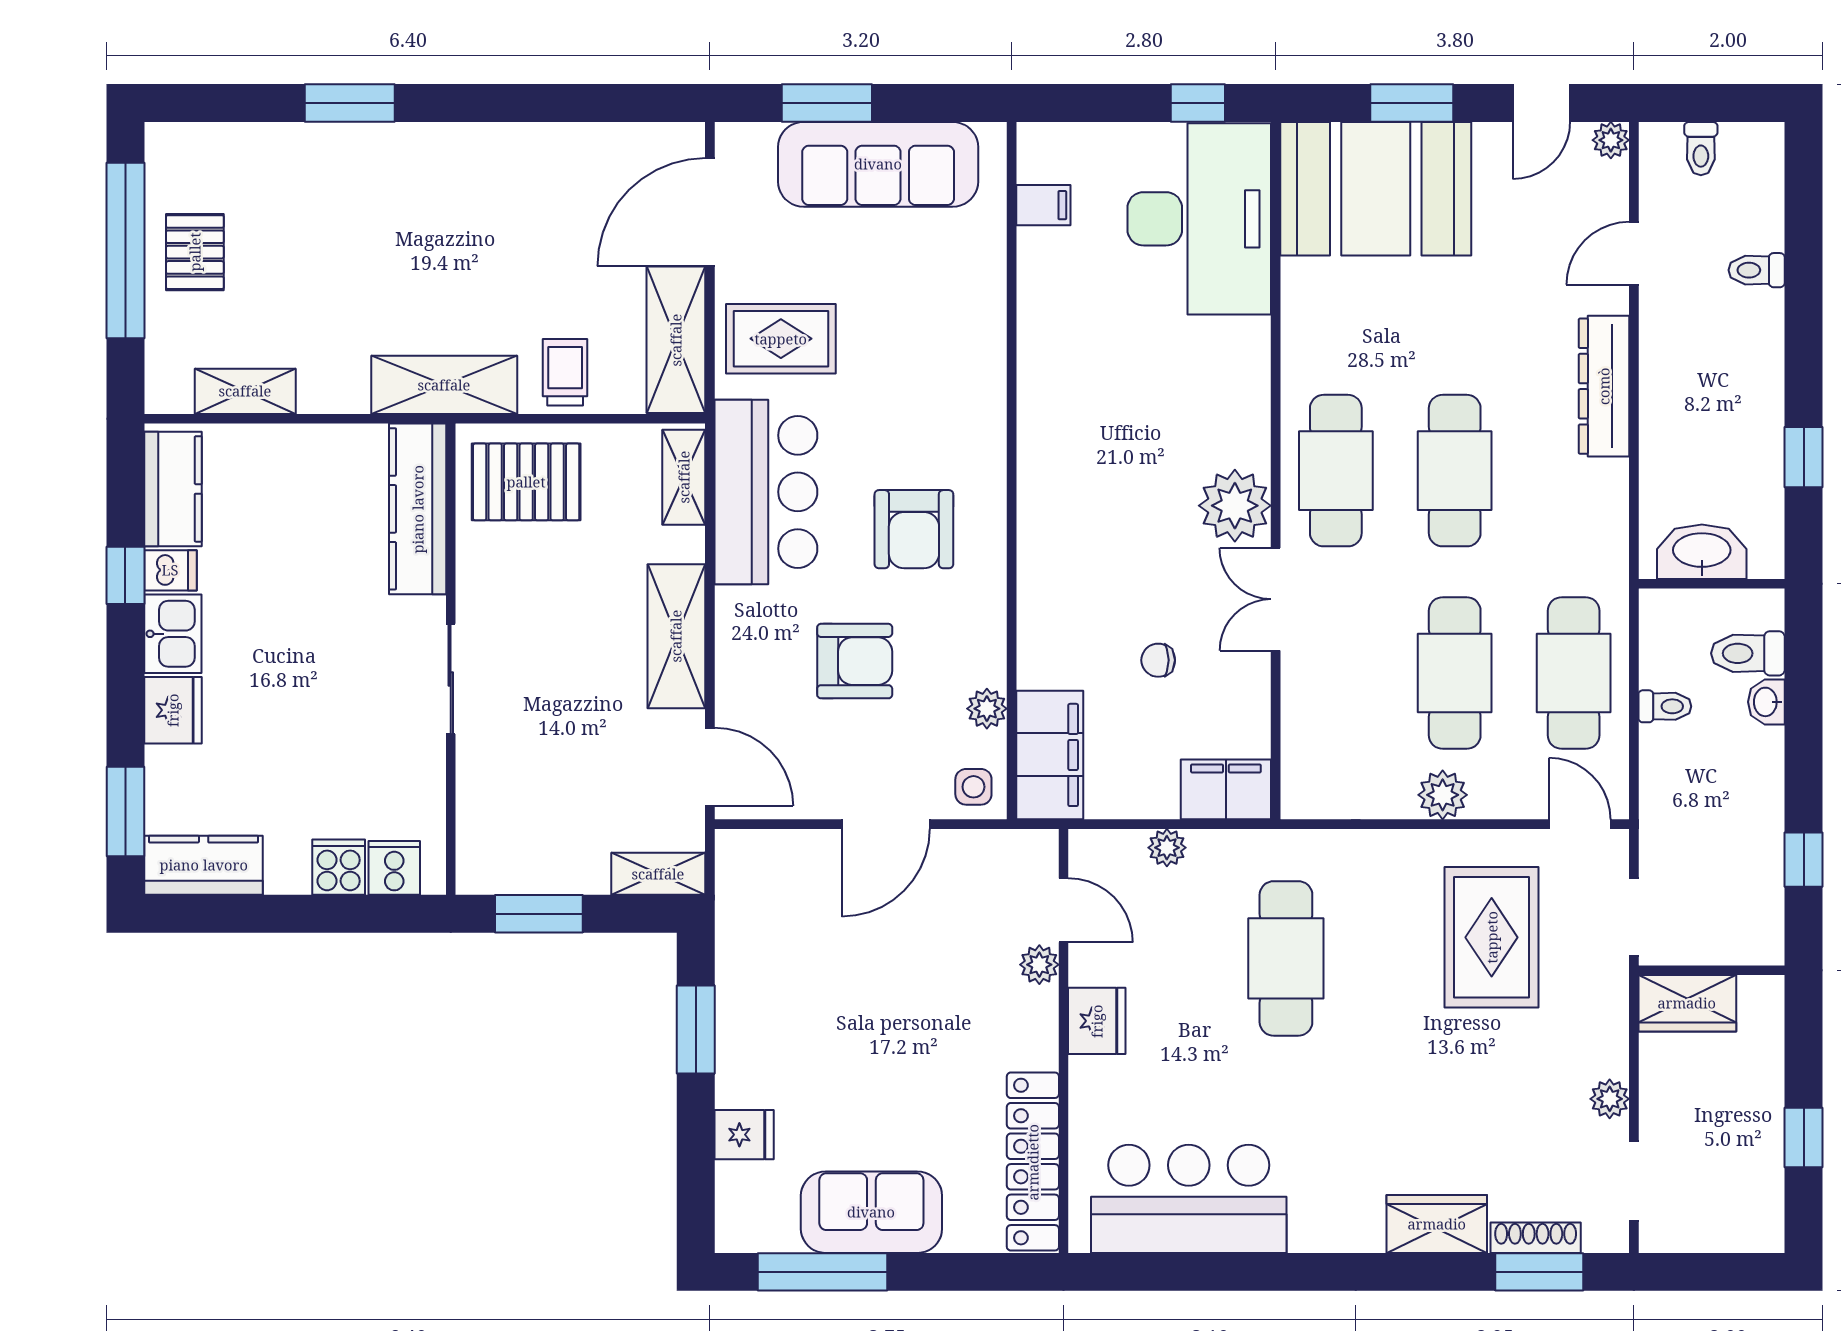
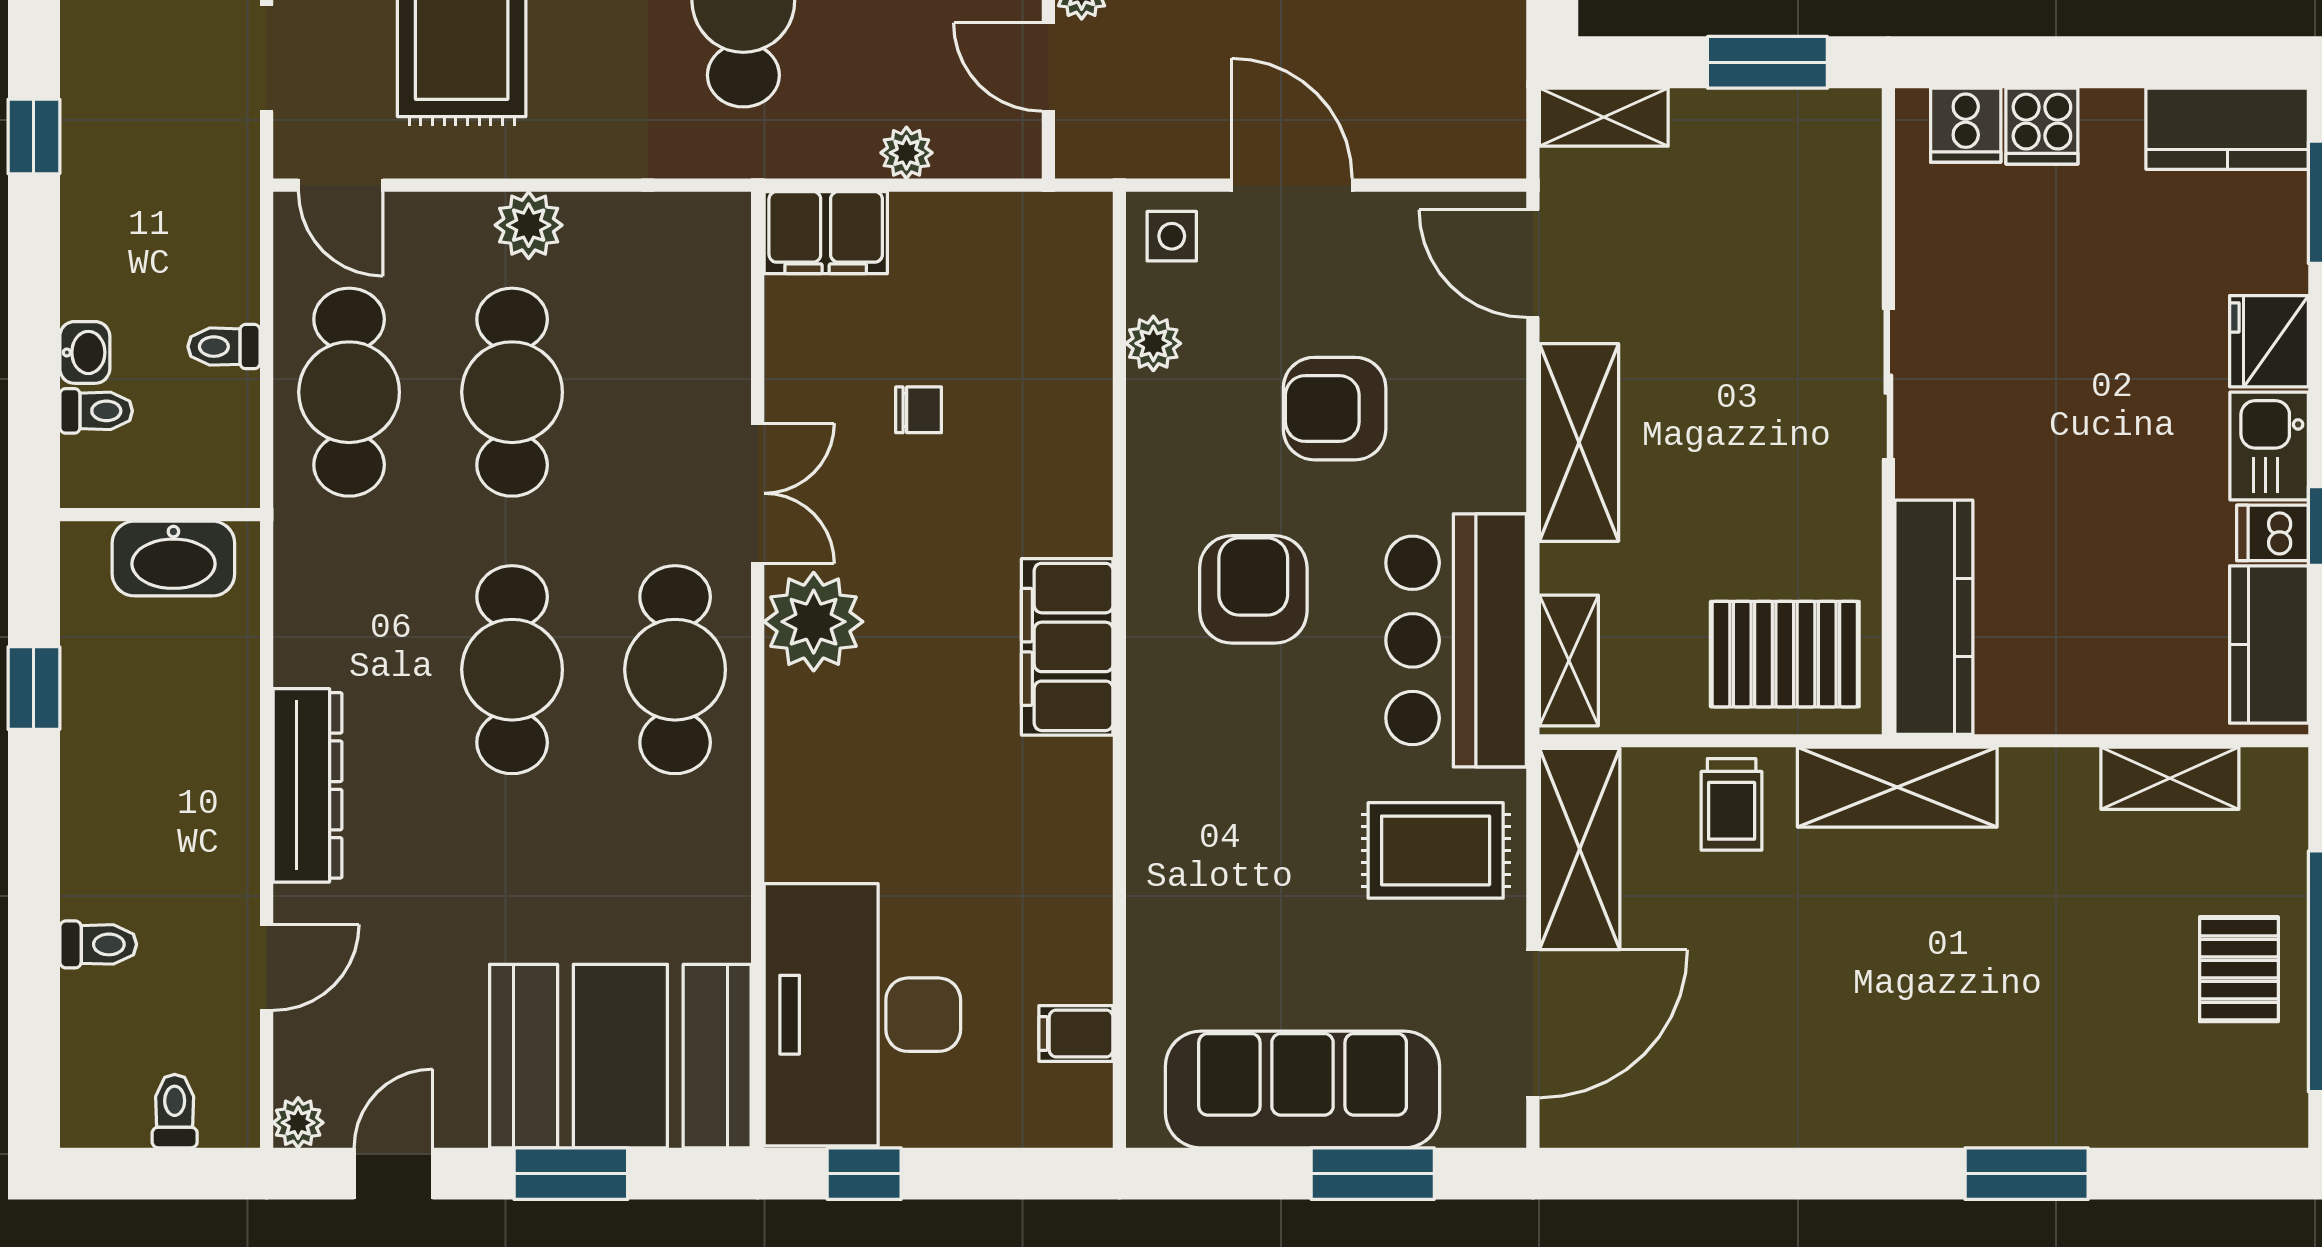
toilet: (1748, 653) -> (96, 411), width x0.73, depth x0.72
filing cabinet: (1050, 755) -> (1067, 647), moved
door: (886, 824) -> (1292, 185), hinge flipped

